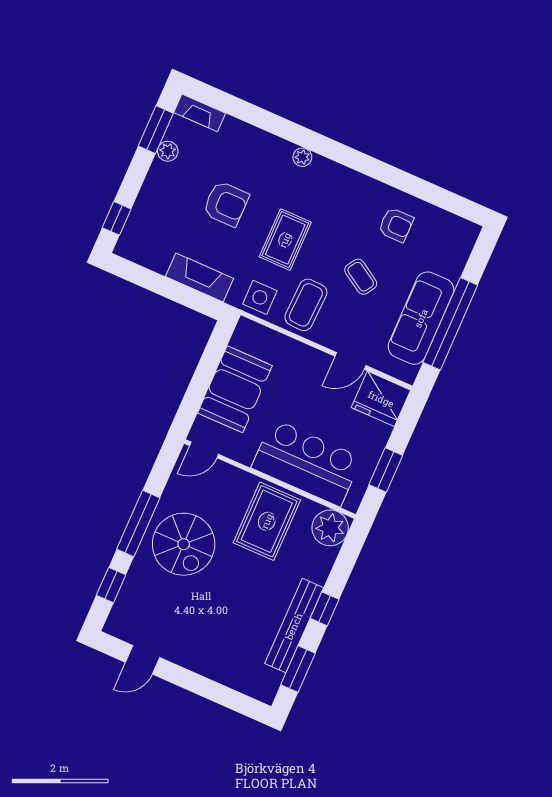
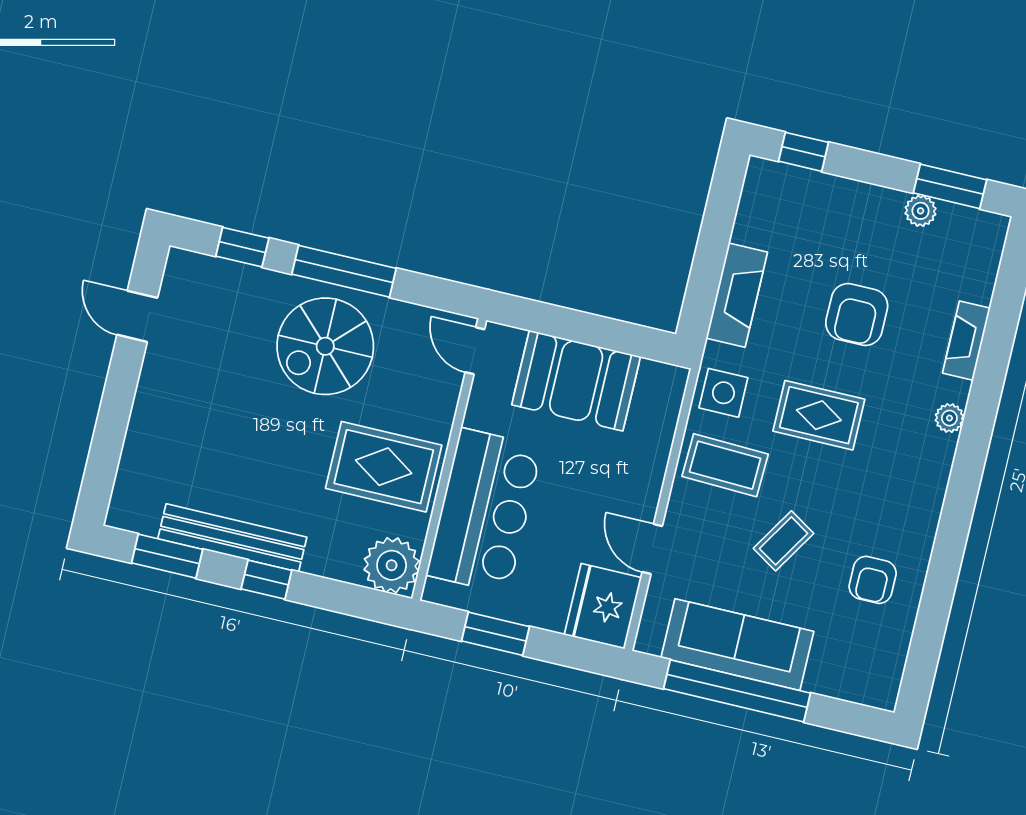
fireplace: (200, 113) -> (966, 341), moved

